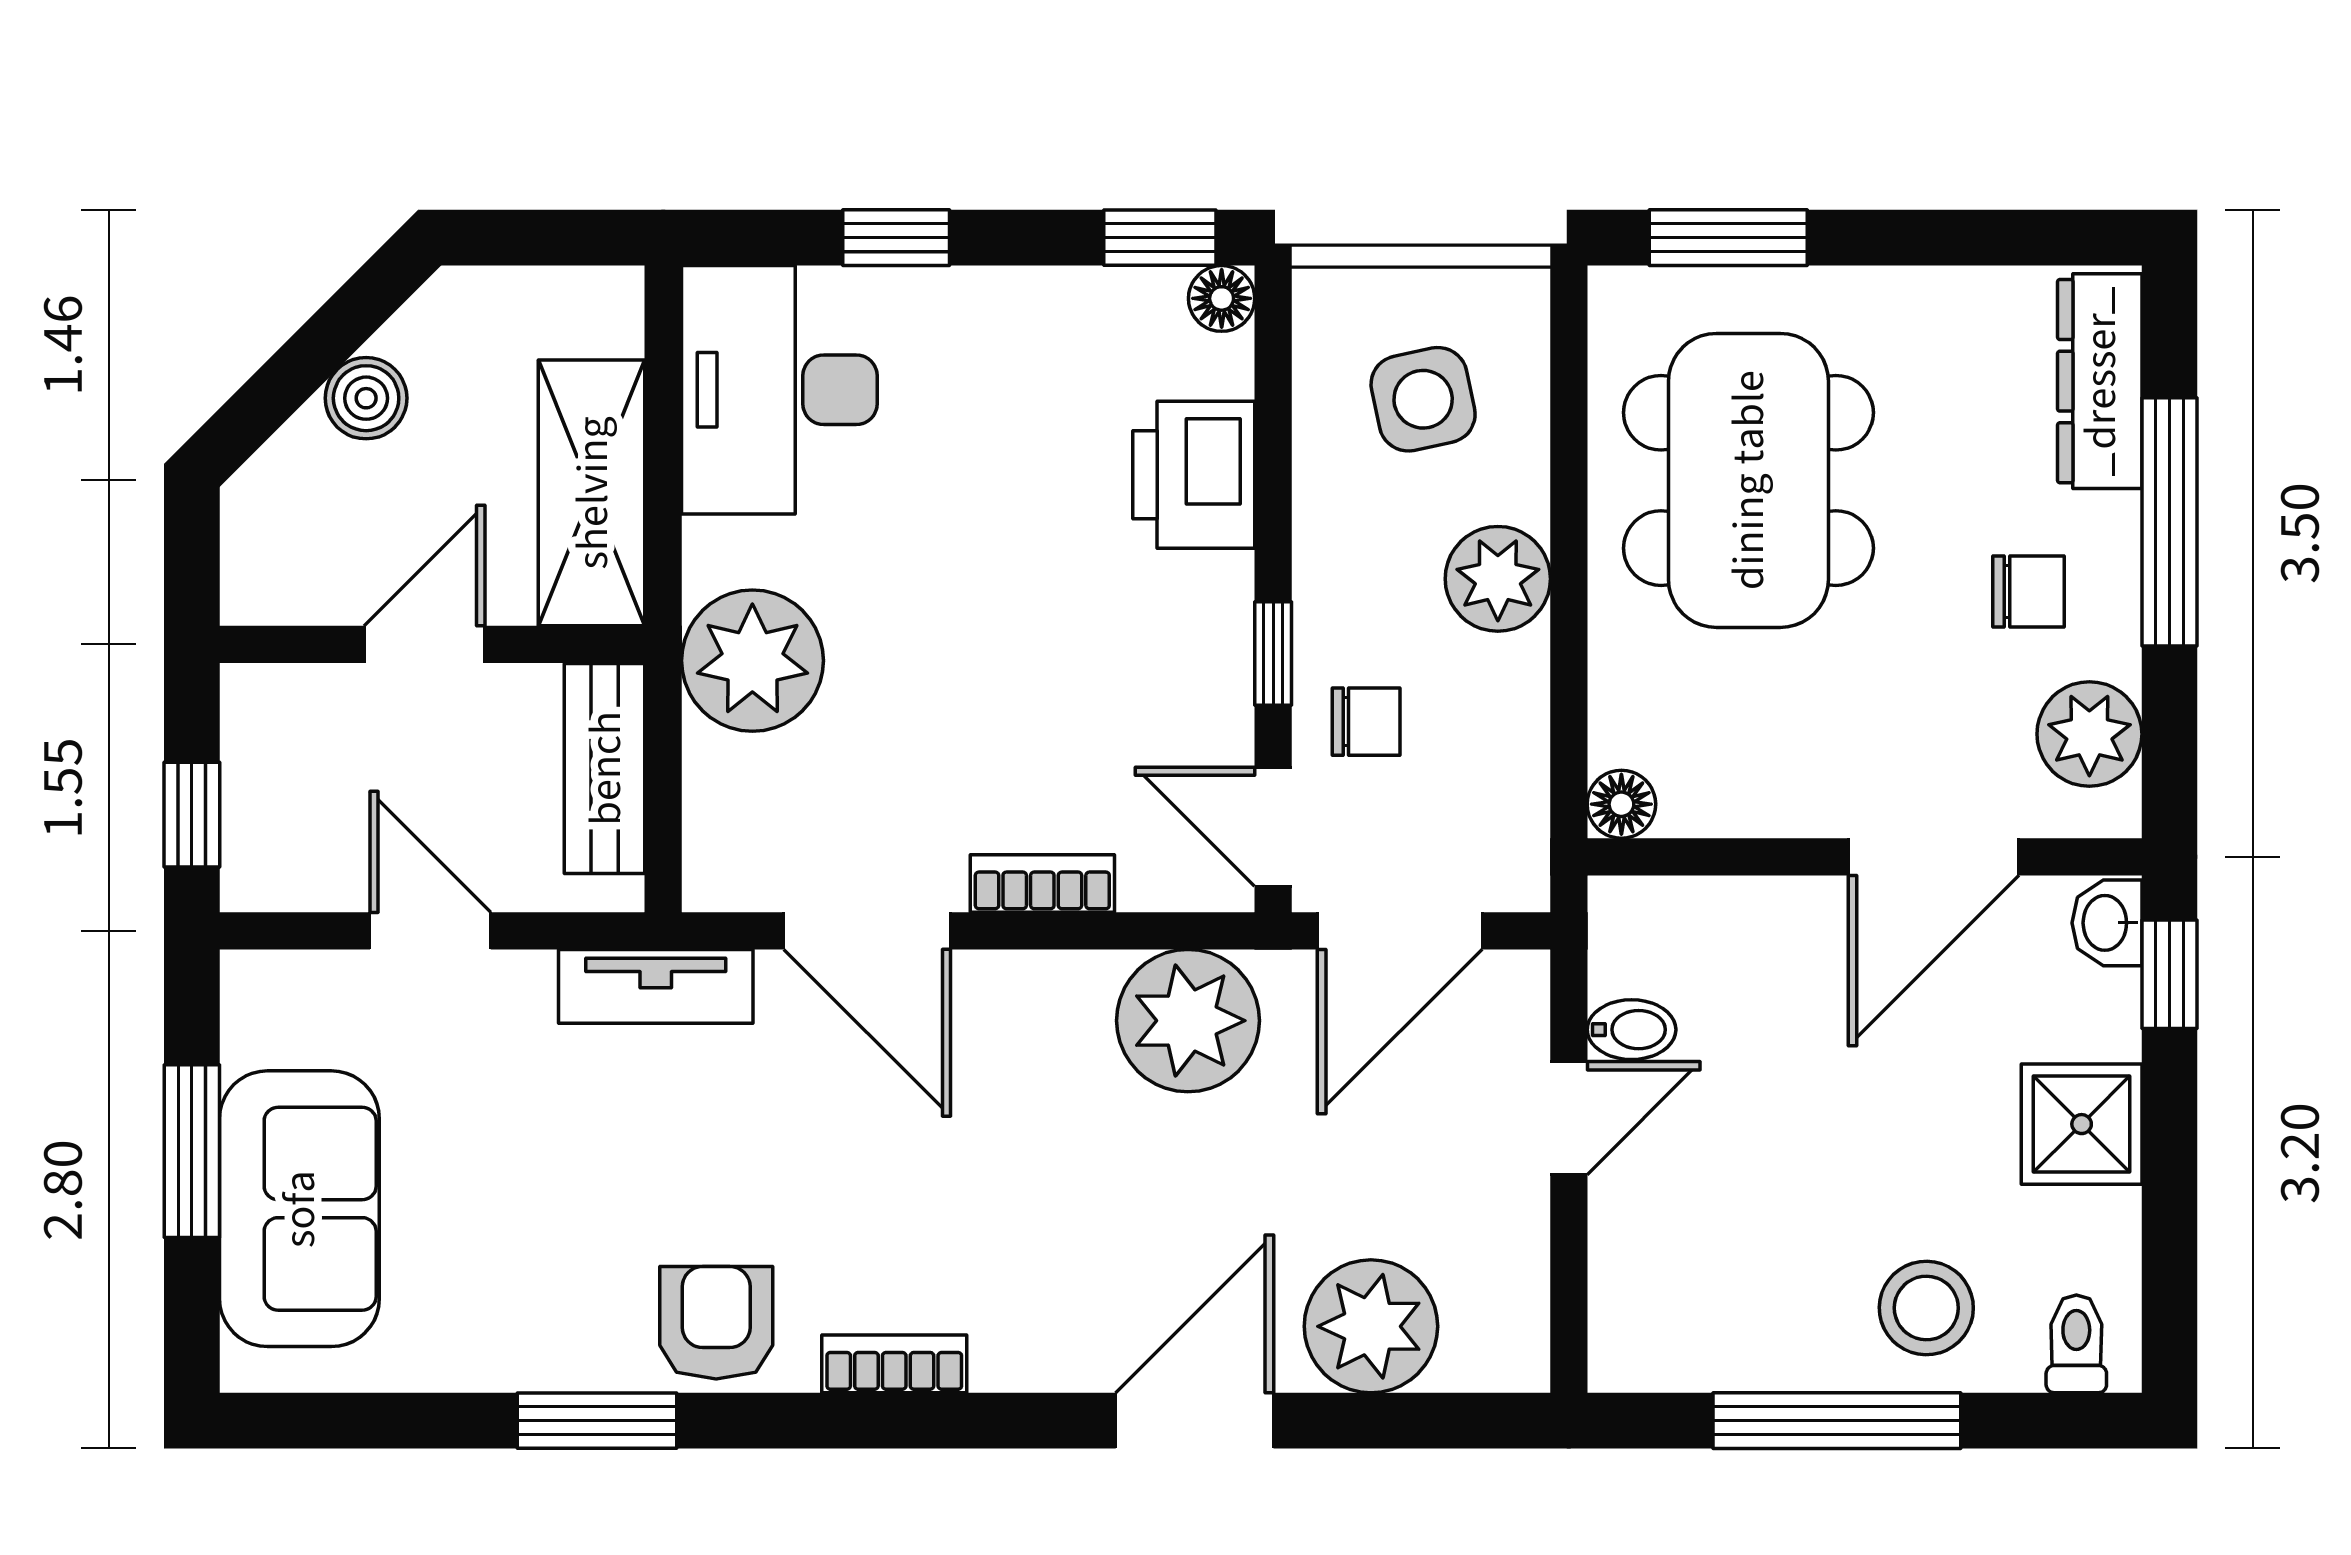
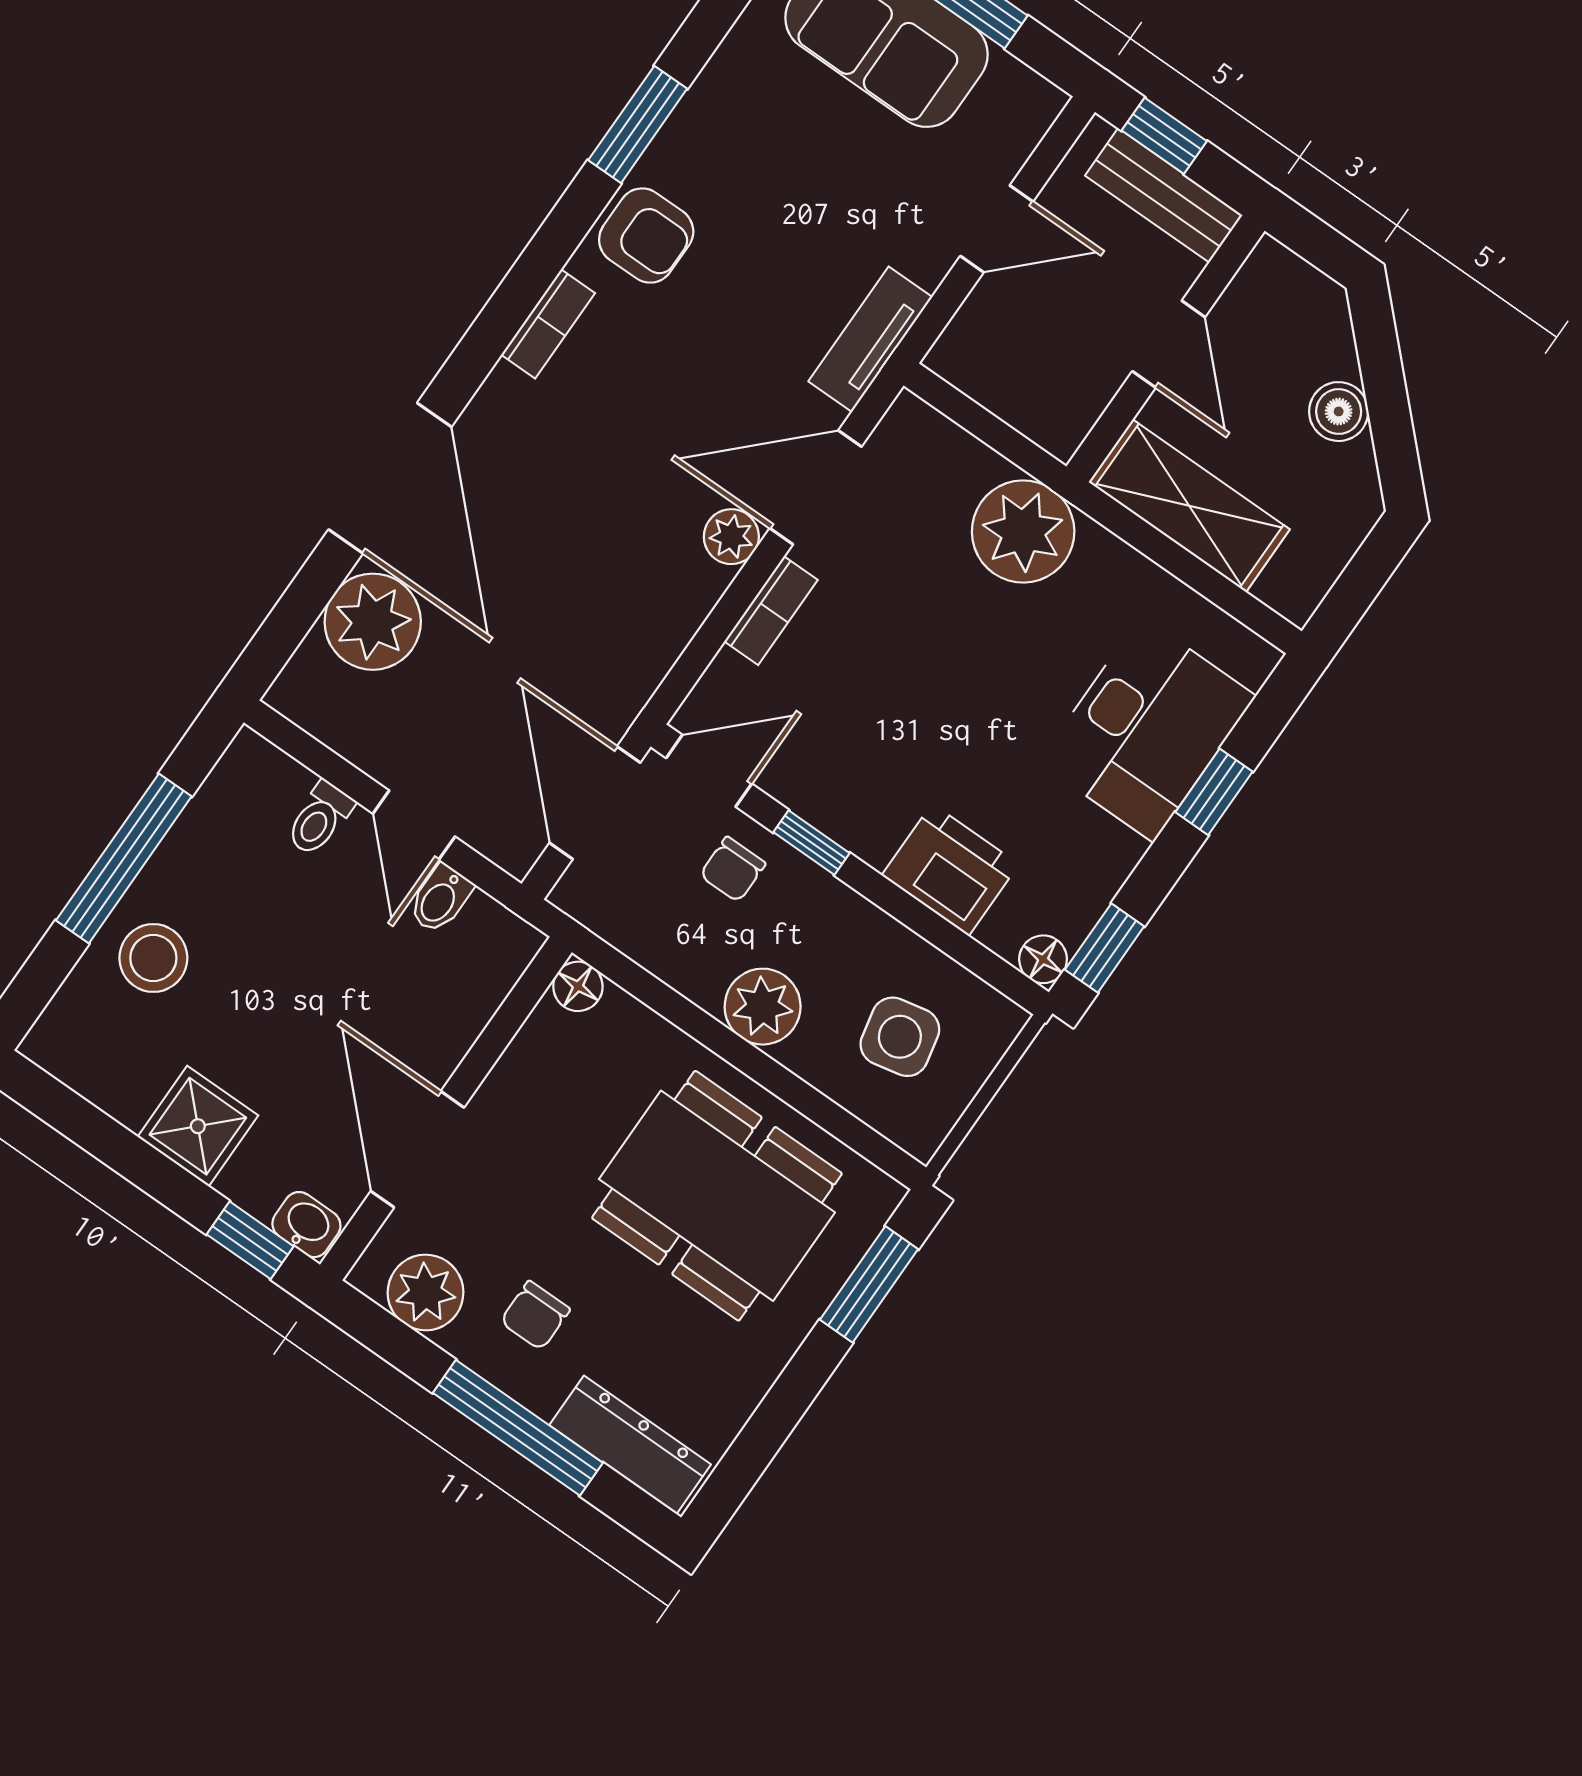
desk: (779, 390) -> (1147, 729), moved, turned 90
bench: (605, 768) -> (1164, 195), moved
plant: (1188, 1021) -> (731, 537), moved, width x0.53, depth x0.53
toilet: (2076, 1344) -> (320, 819), moved, turned 90
door: (1195, 1421) -> (390, 478), width x1.36

